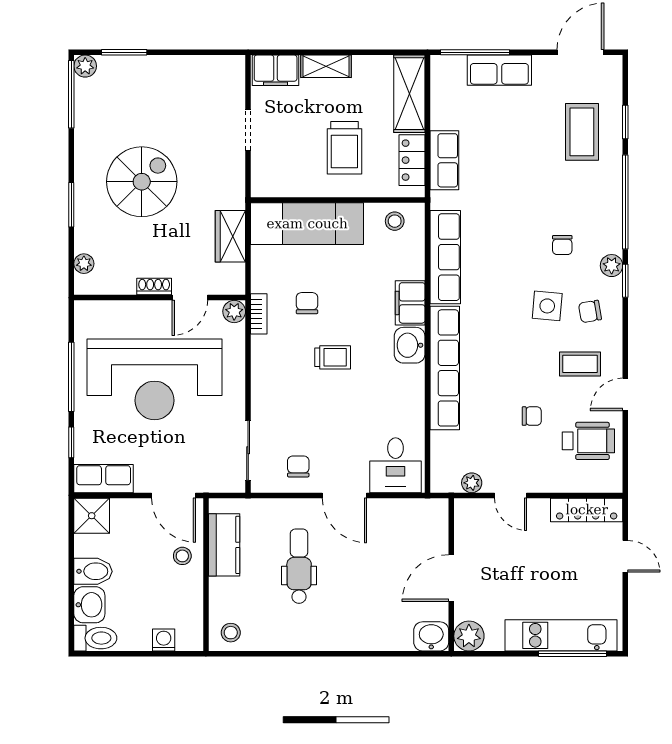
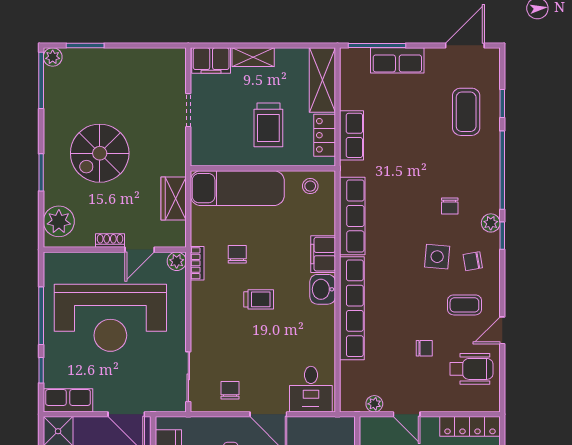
spiral stairs: (142, 182) -> (100, 153), turned 180
plant: (84, 264) -> (59, 221), width x1.88, depth x1.88

